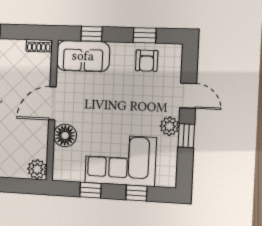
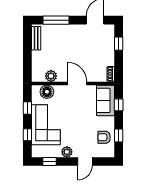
floor lamp: (65, 135) -> (47, 92), moved
window: (186, 136) -> (50, 162), moved
plant: (37, 169) -> (51, 76), moved

